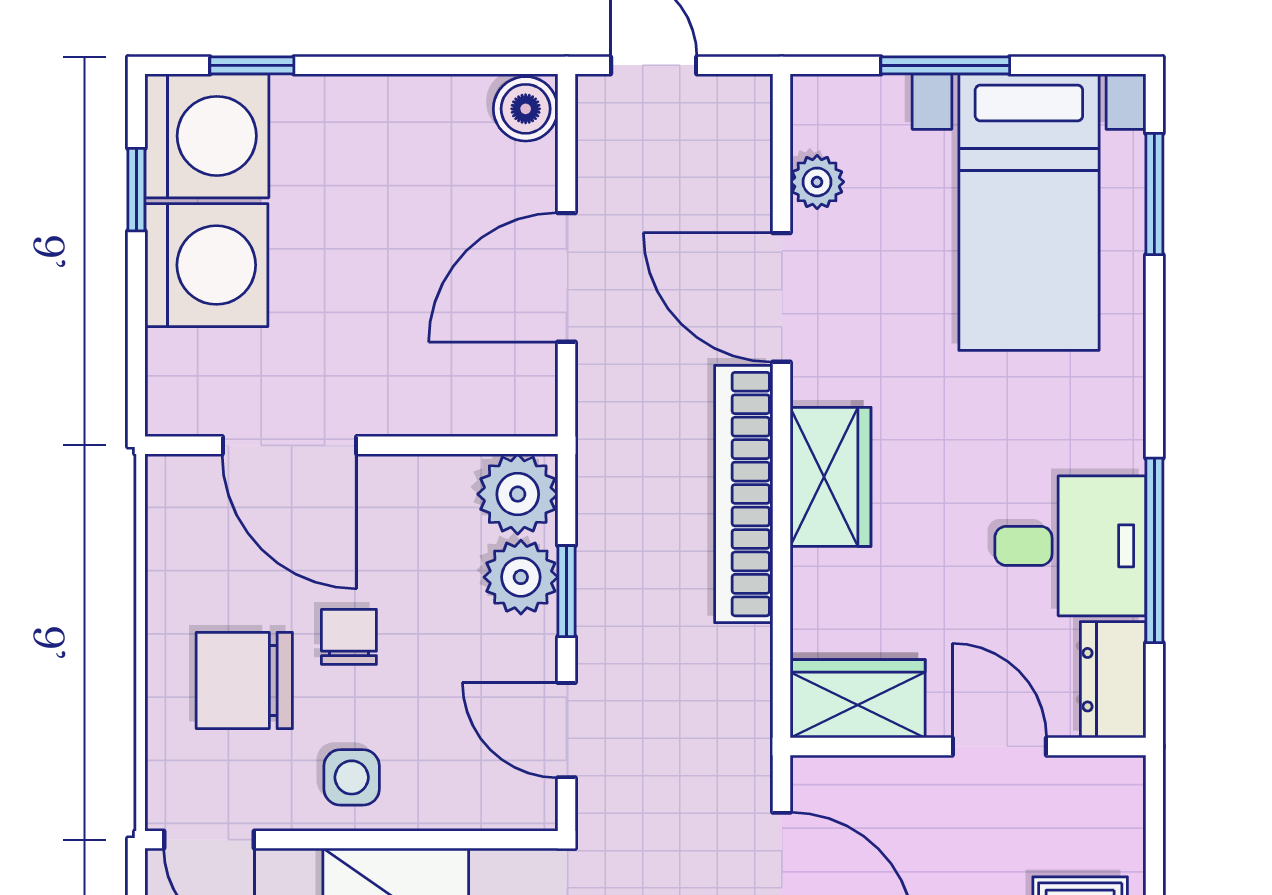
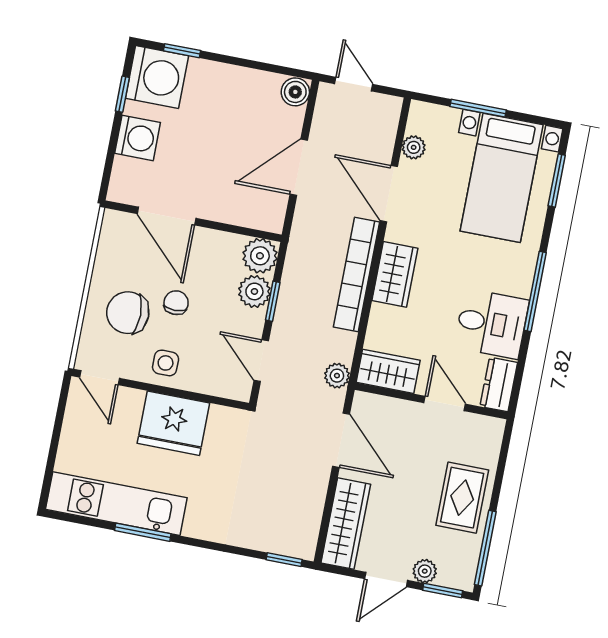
washing machine: (206, 265) -> (138, 138), width x0.73, depth x0.73
window: (1154, 550) -> (535, 291), moved
plant: (744, 731) -> (337, 376), added

